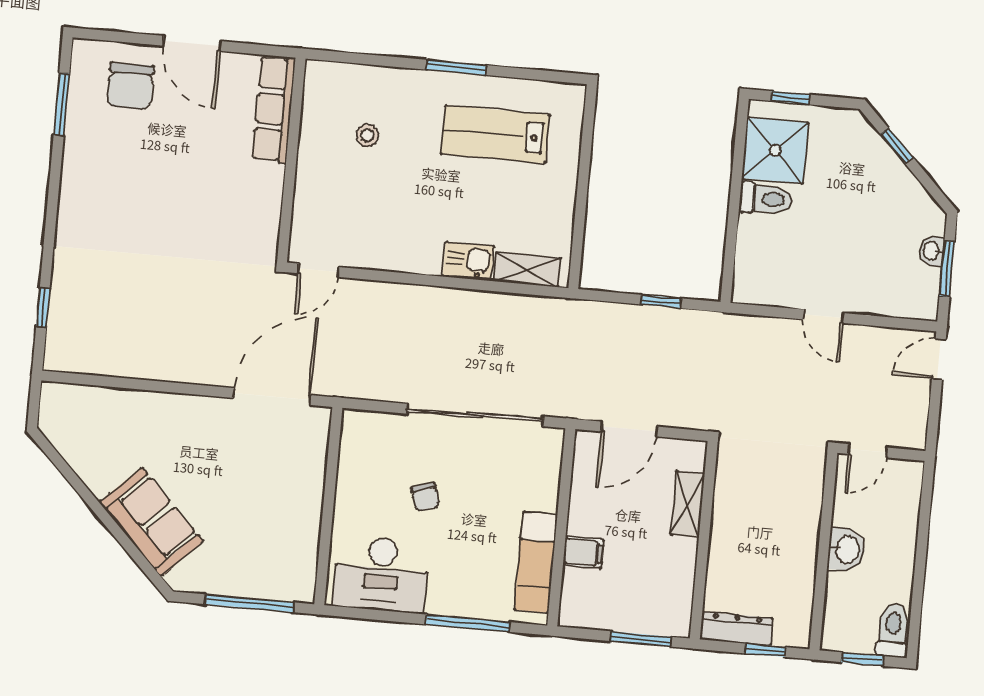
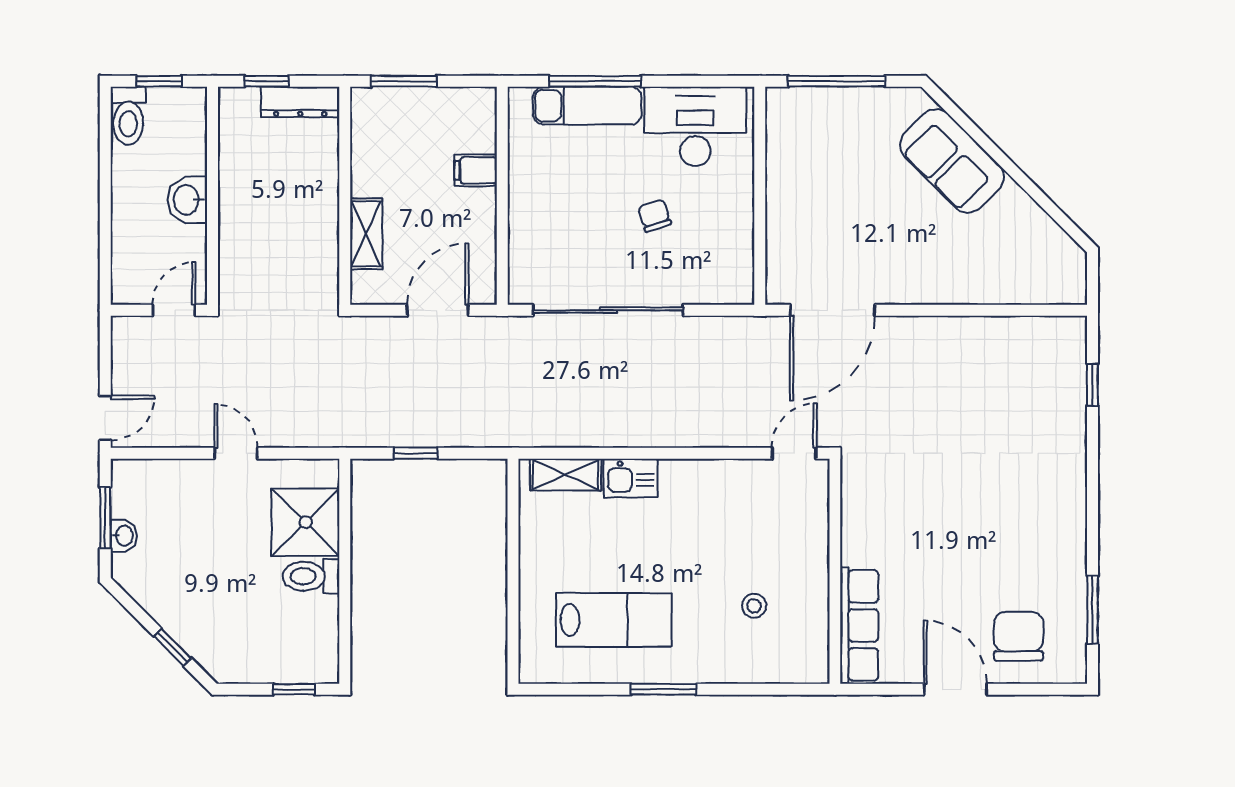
shower: (775, 150) -> (306, 522), moved
exam couch: (536, 562) -> (587, 106), moved, turned 90

